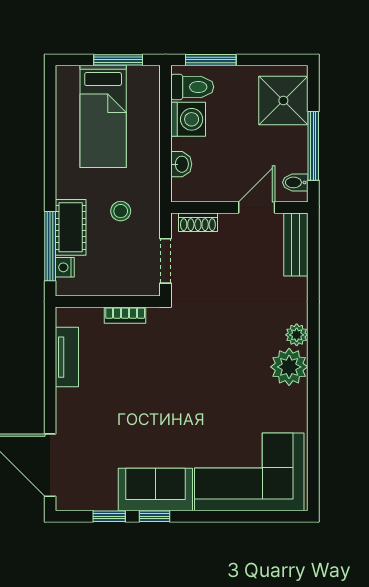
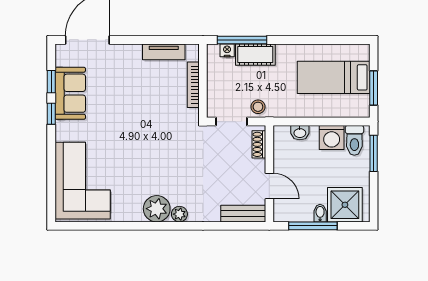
bidet: (295, 182) -> (320, 213), moved
stool: (121, 211) -> (258, 107), moved
bookcase: (125, 315) -> (193, 85), width x1.56
sofa: (155, 489) -> (70, 93), moved

